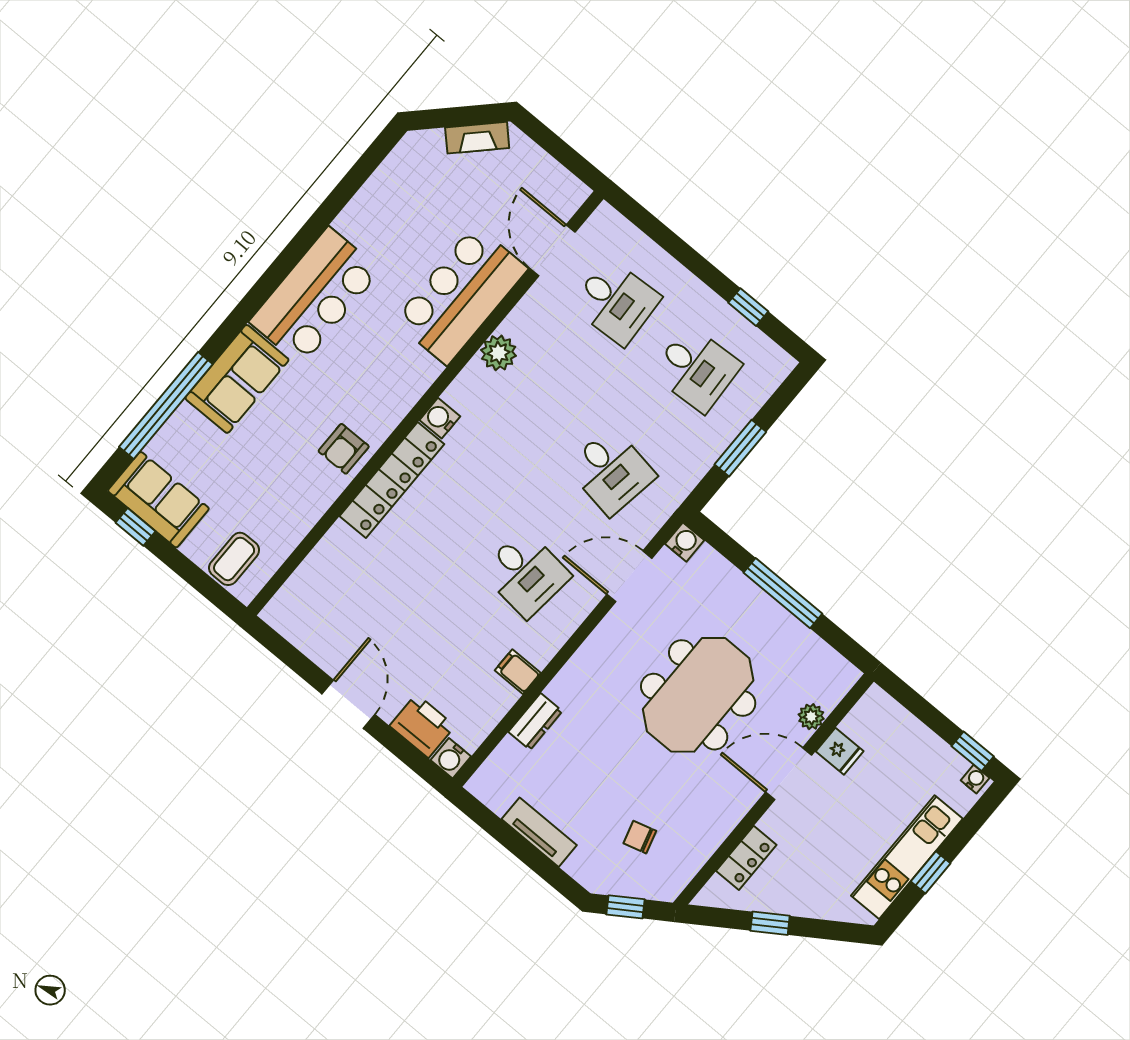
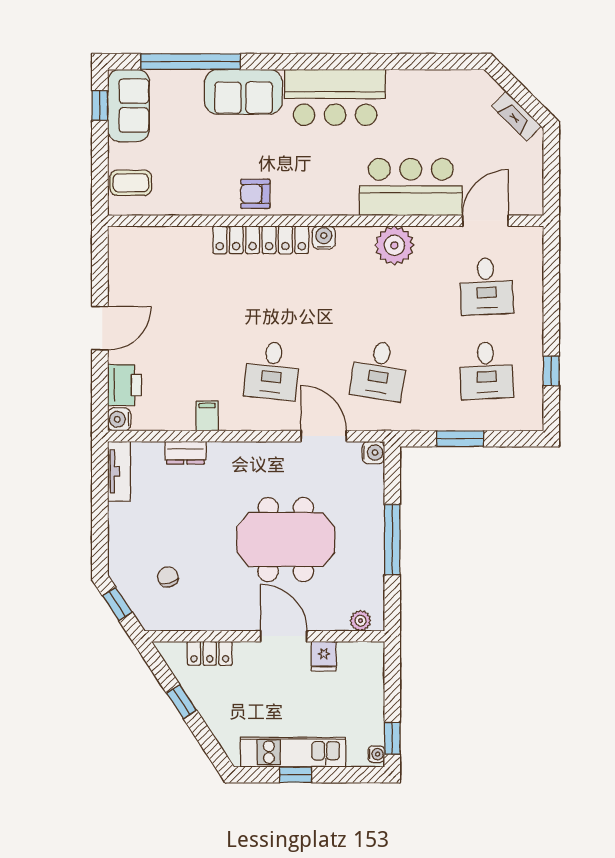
plant: (499, 353) -> (394, 245), width x1.36, depth x1.36
plant: (811, 717) -> (361, 621), moved
tv unit: (539, 832) -> (119, 471), moved

